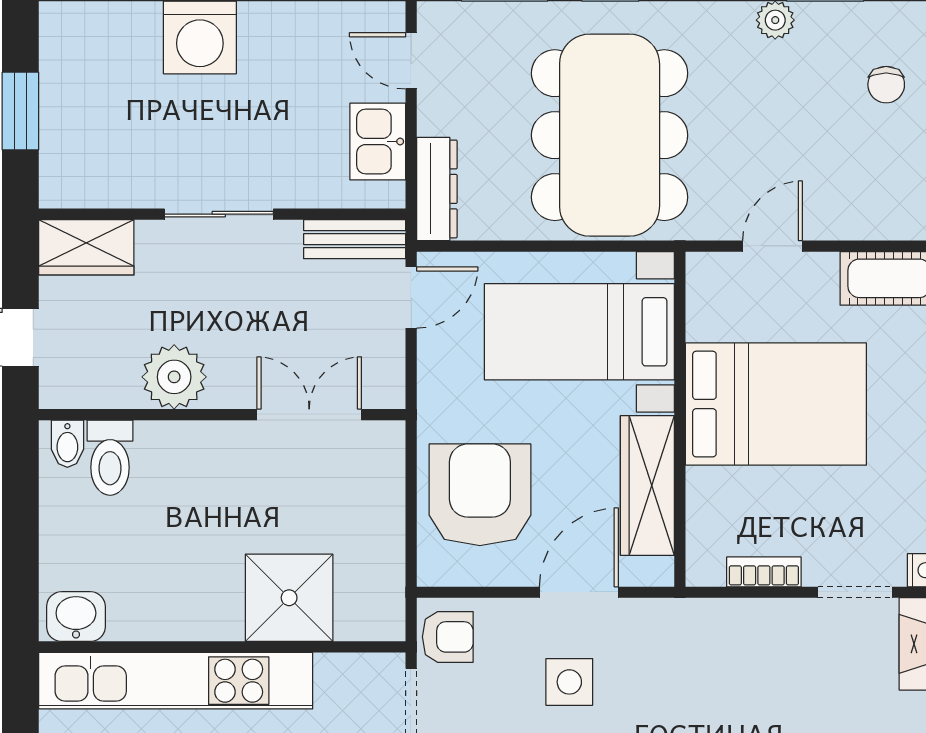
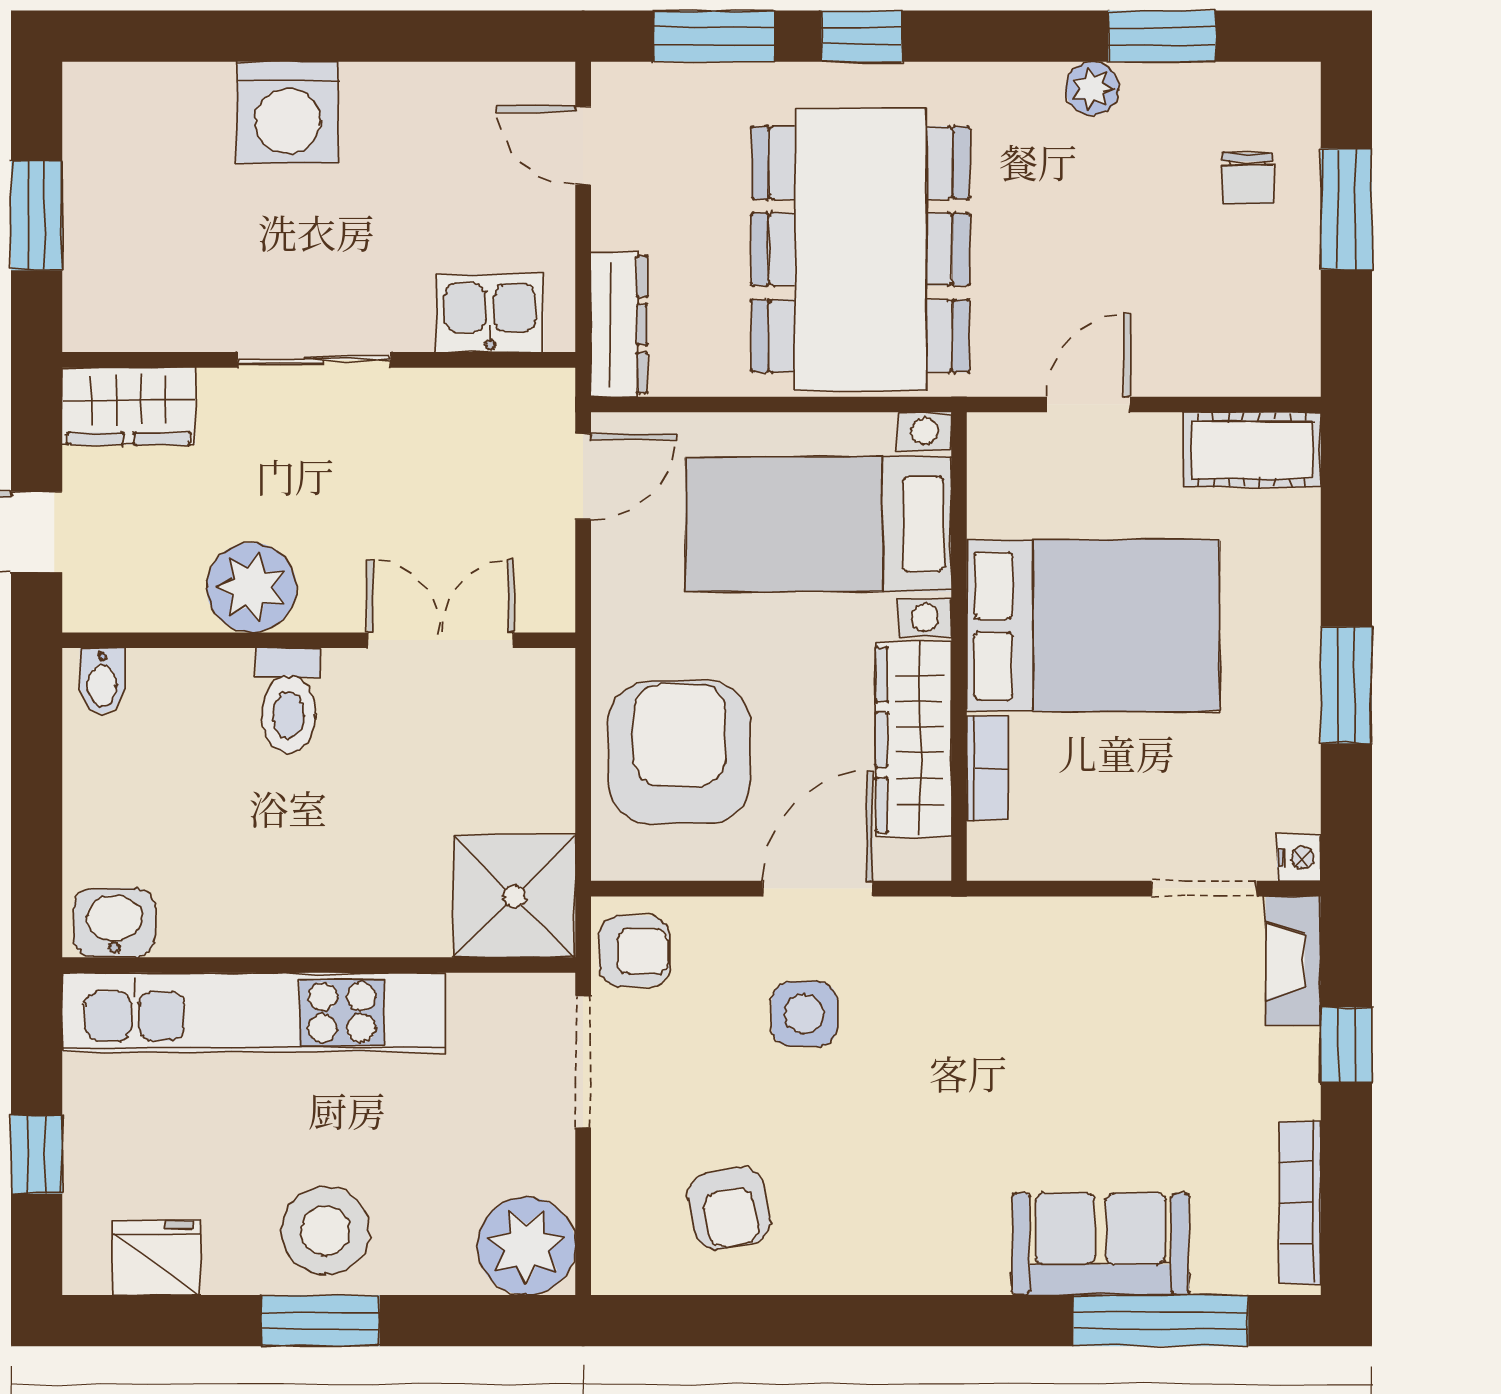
kitchen sink: (378, 142) -> (490, 313), moved, turned 90
bench: (355, 239) -> (504, 395), removed
toilet: (110, 458) -> (288, 700), moved
bookcase: (764, 572) -> (987, 768), moved, turned 90
shower: (289, 598) -> (514, 896), moved

